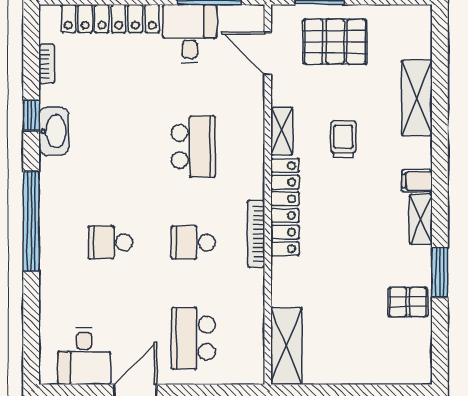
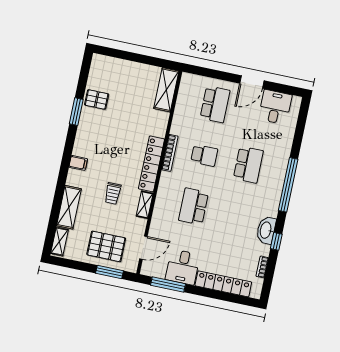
door: (268, 53) -> (143, 248), hinge flipped
shelving: (421, 219) -> (59, 241), moved
school desk: (110, 242) -> (248, 165), width x1.85

